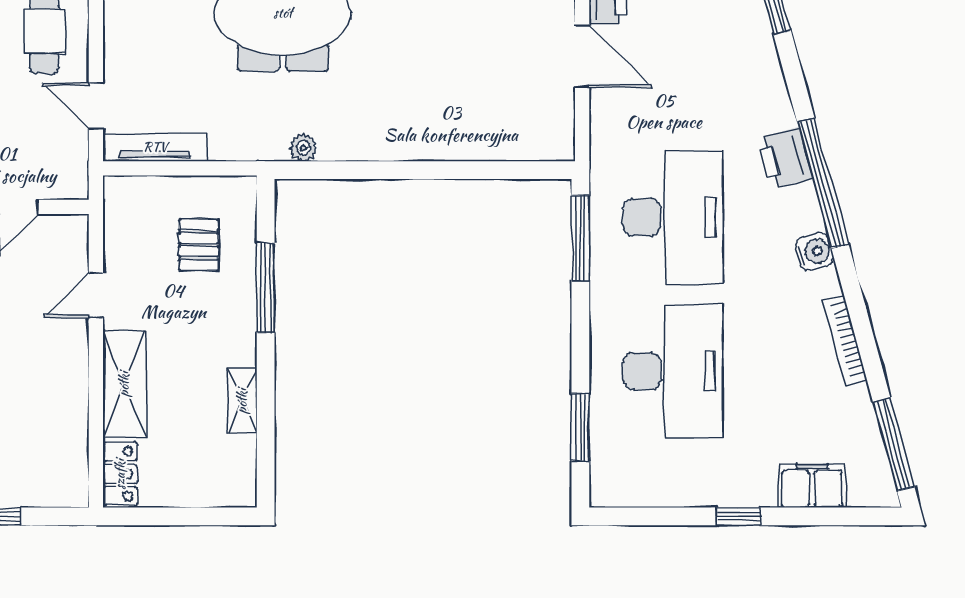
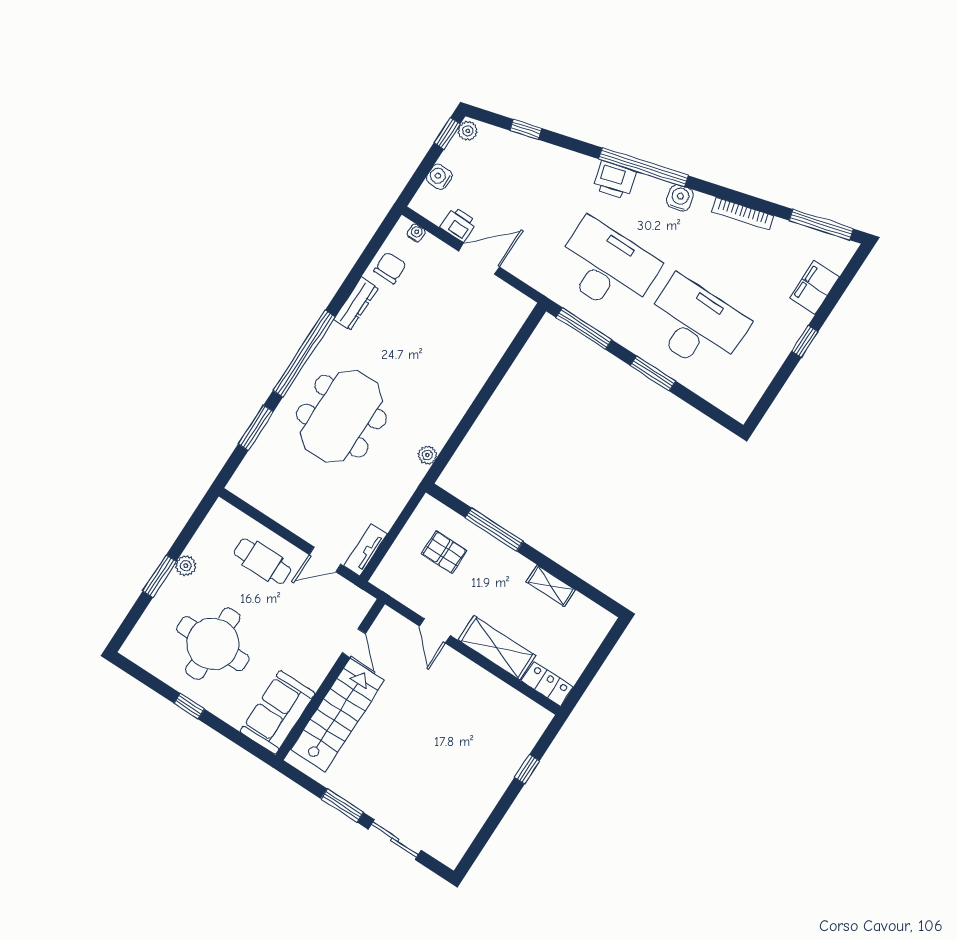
tv unit: (155, 147) -> (365, 550), width x0.71
window: (580, 427) -> (653, 373), moved

